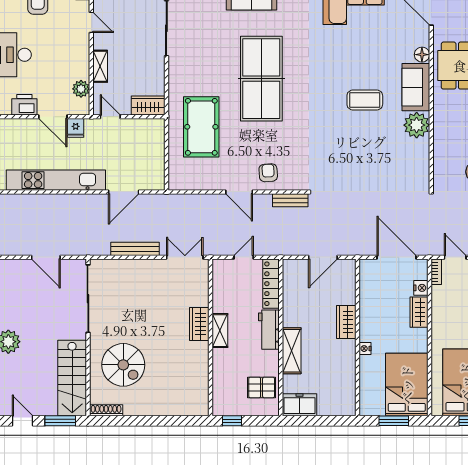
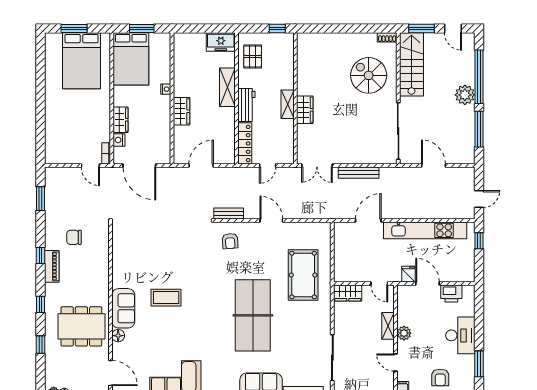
plant: (81, 89) -> (404, 333), moved
plant: (417, 125) -> (123, 276), removed
armchair: (268, 173) -> (230, 241), moved
pallet: (262, 387) -> (253, 56), turned 90
shoe rack: (106, 410) -> (387, 37), width x0.70

